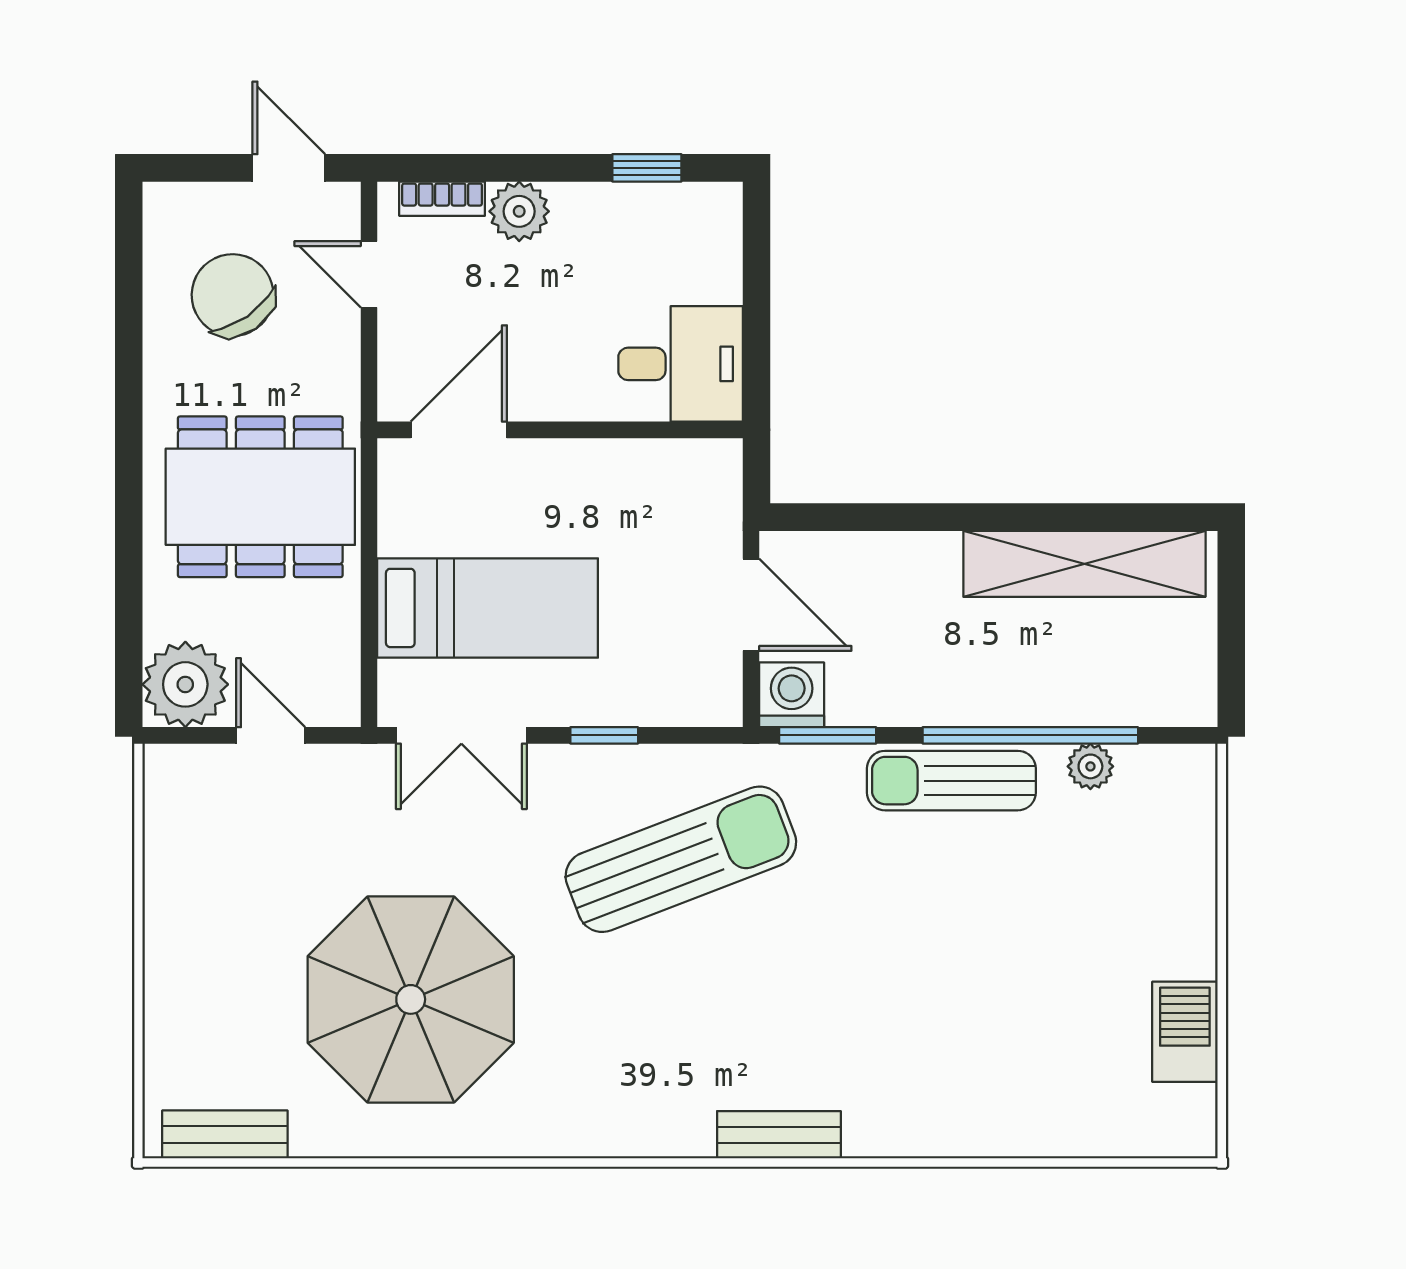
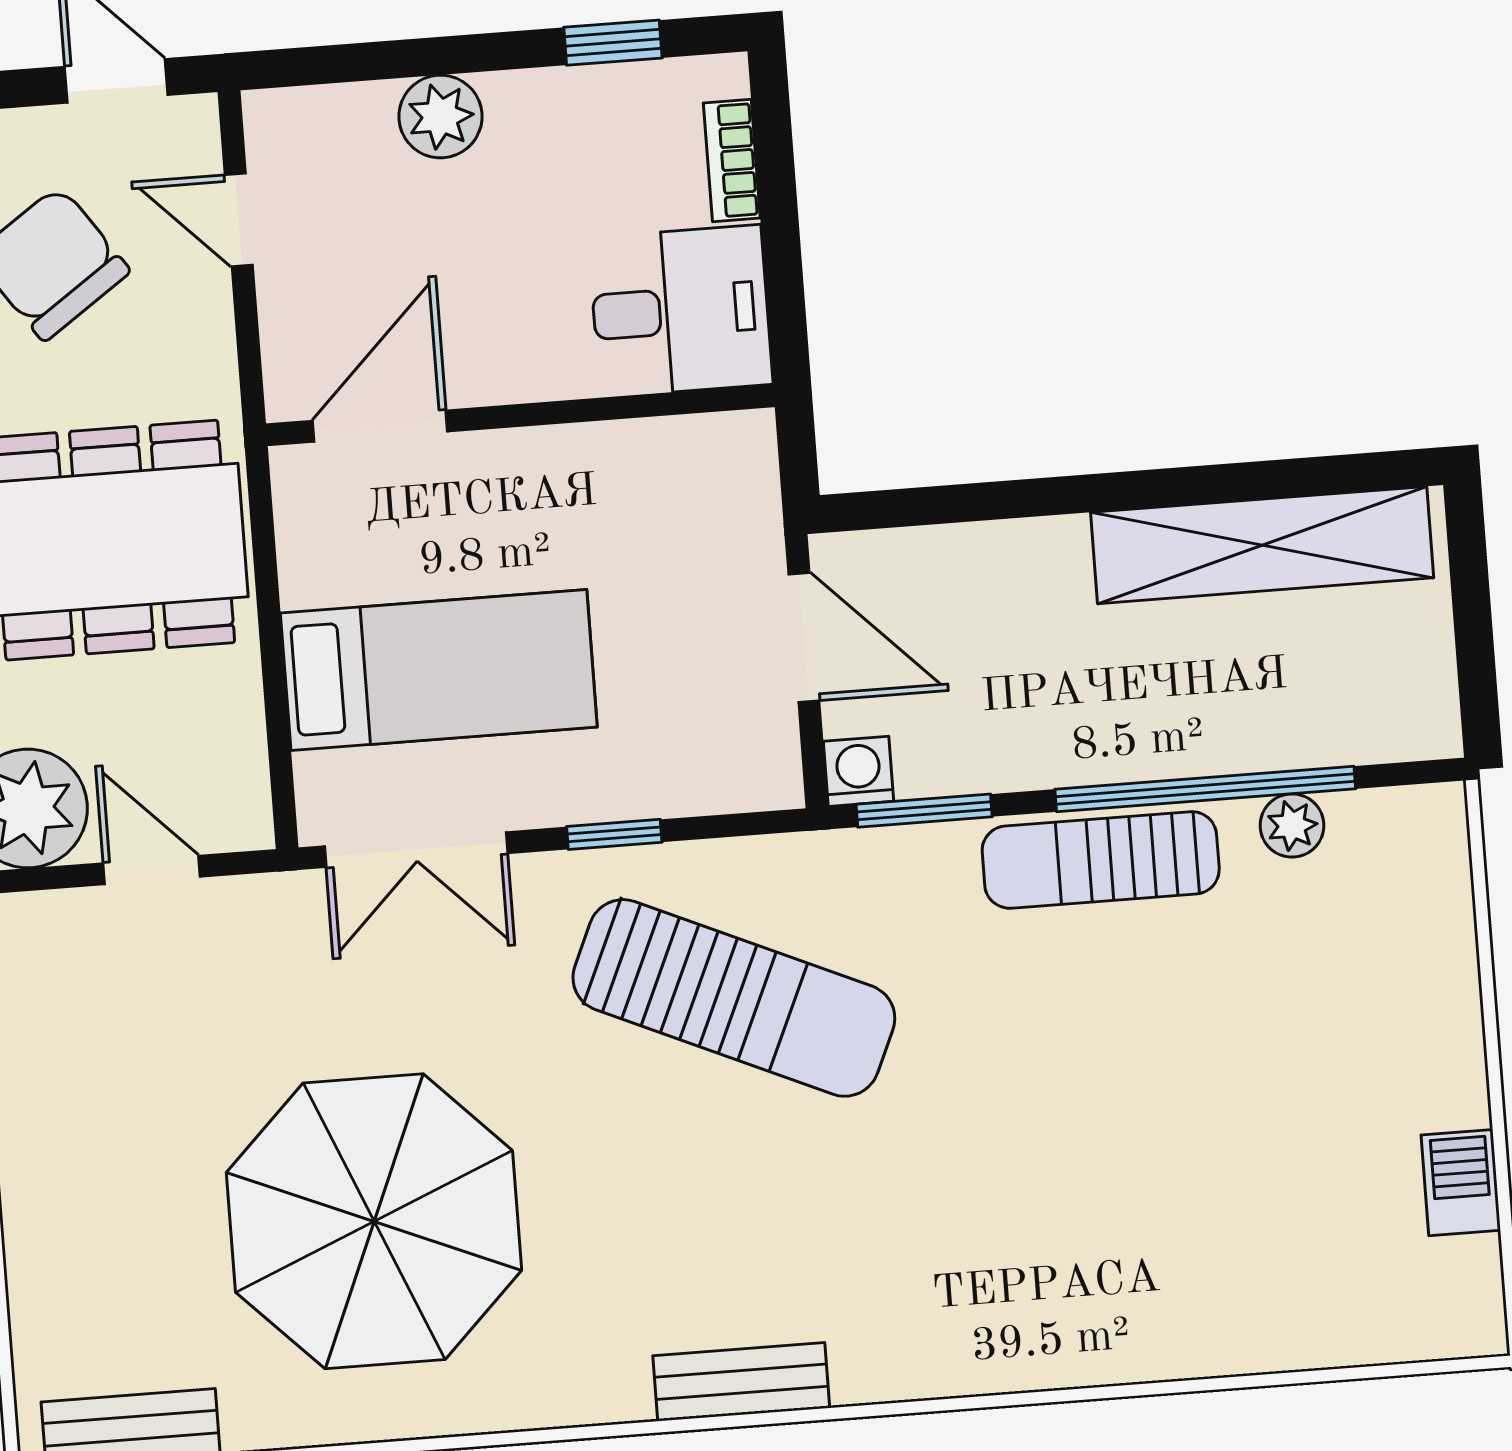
bookcase: (442, 199) -> (732, 160), moved, turned 90
washing machine: (792, 695) -> (858, 771), width x0.73, depth x0.73
sun lounger: (681, 859) -> (734, 998), turned 45
barbecue: (1185, 1032) -> (1461, 1183), width x0.73, depth x0.79
bench: (779, 1135) -> (741, 1382), moved

